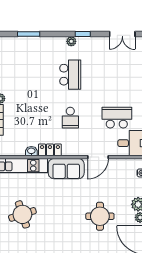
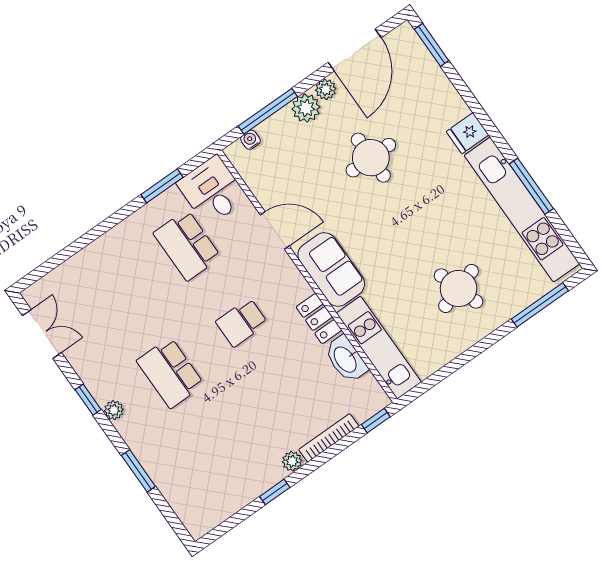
window: (29, 34) -> (138, 471), moved
school desk: (70, 75) -> (170, 373), turned -90
school desk: (70, 118) -> (242, 322), turned 180
washbasin: (31, 151) -> (346, 359), width x1.91, depth x1.45

